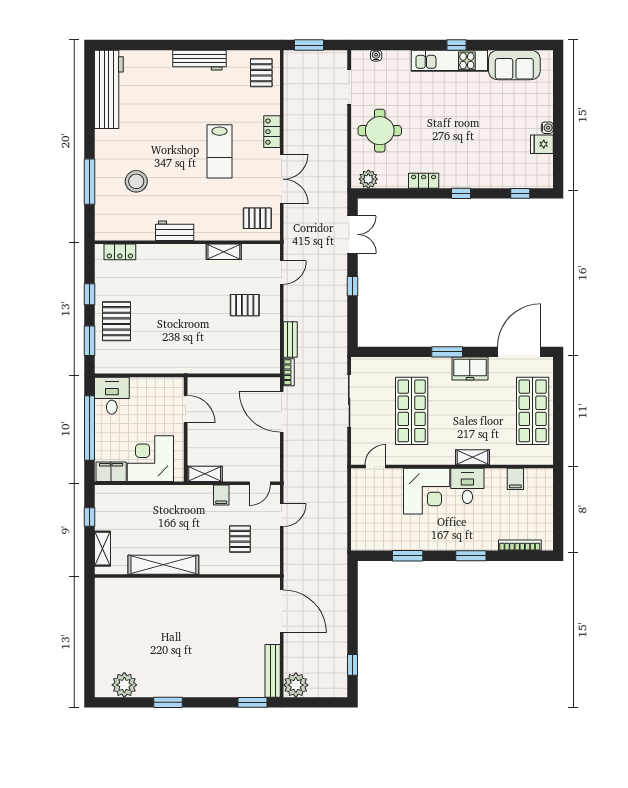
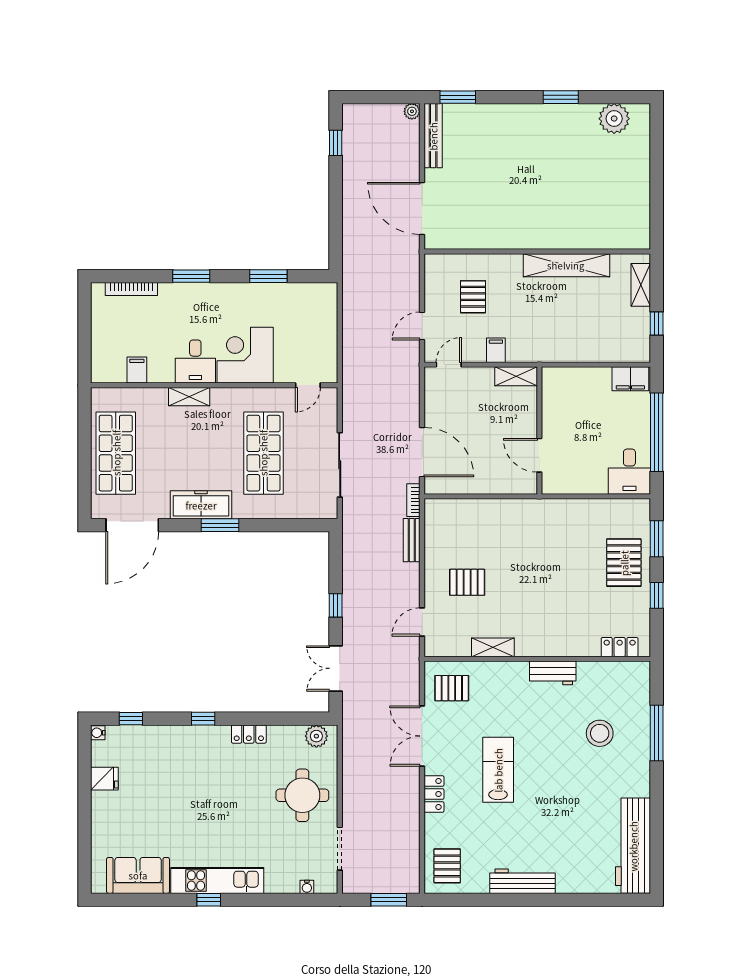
water cooler: (547, 128) -> (98, 733), moved
freezer: (470, 369) -> (201, 505), width x1.40
corner desk: (150, 459) -> (582, 395), removed
plant: (296, 685) -> (412, 111), width x0.53, depth x0.53

